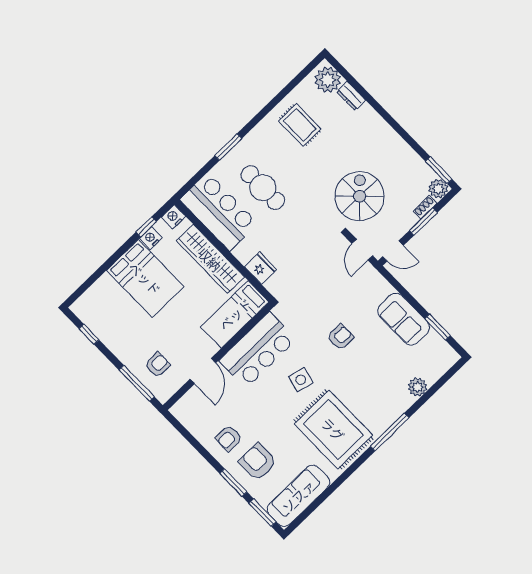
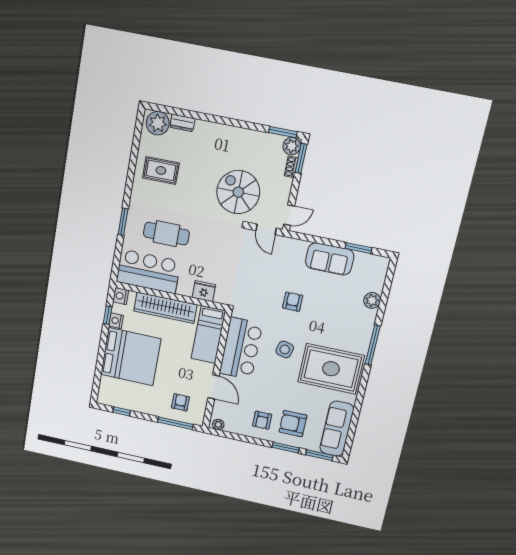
window: (423, 222) -> (301, 158), moved
bed: (145, 278) -> (131, 357), width x1.36
plant: (180, 413) -> (218, 425), added

